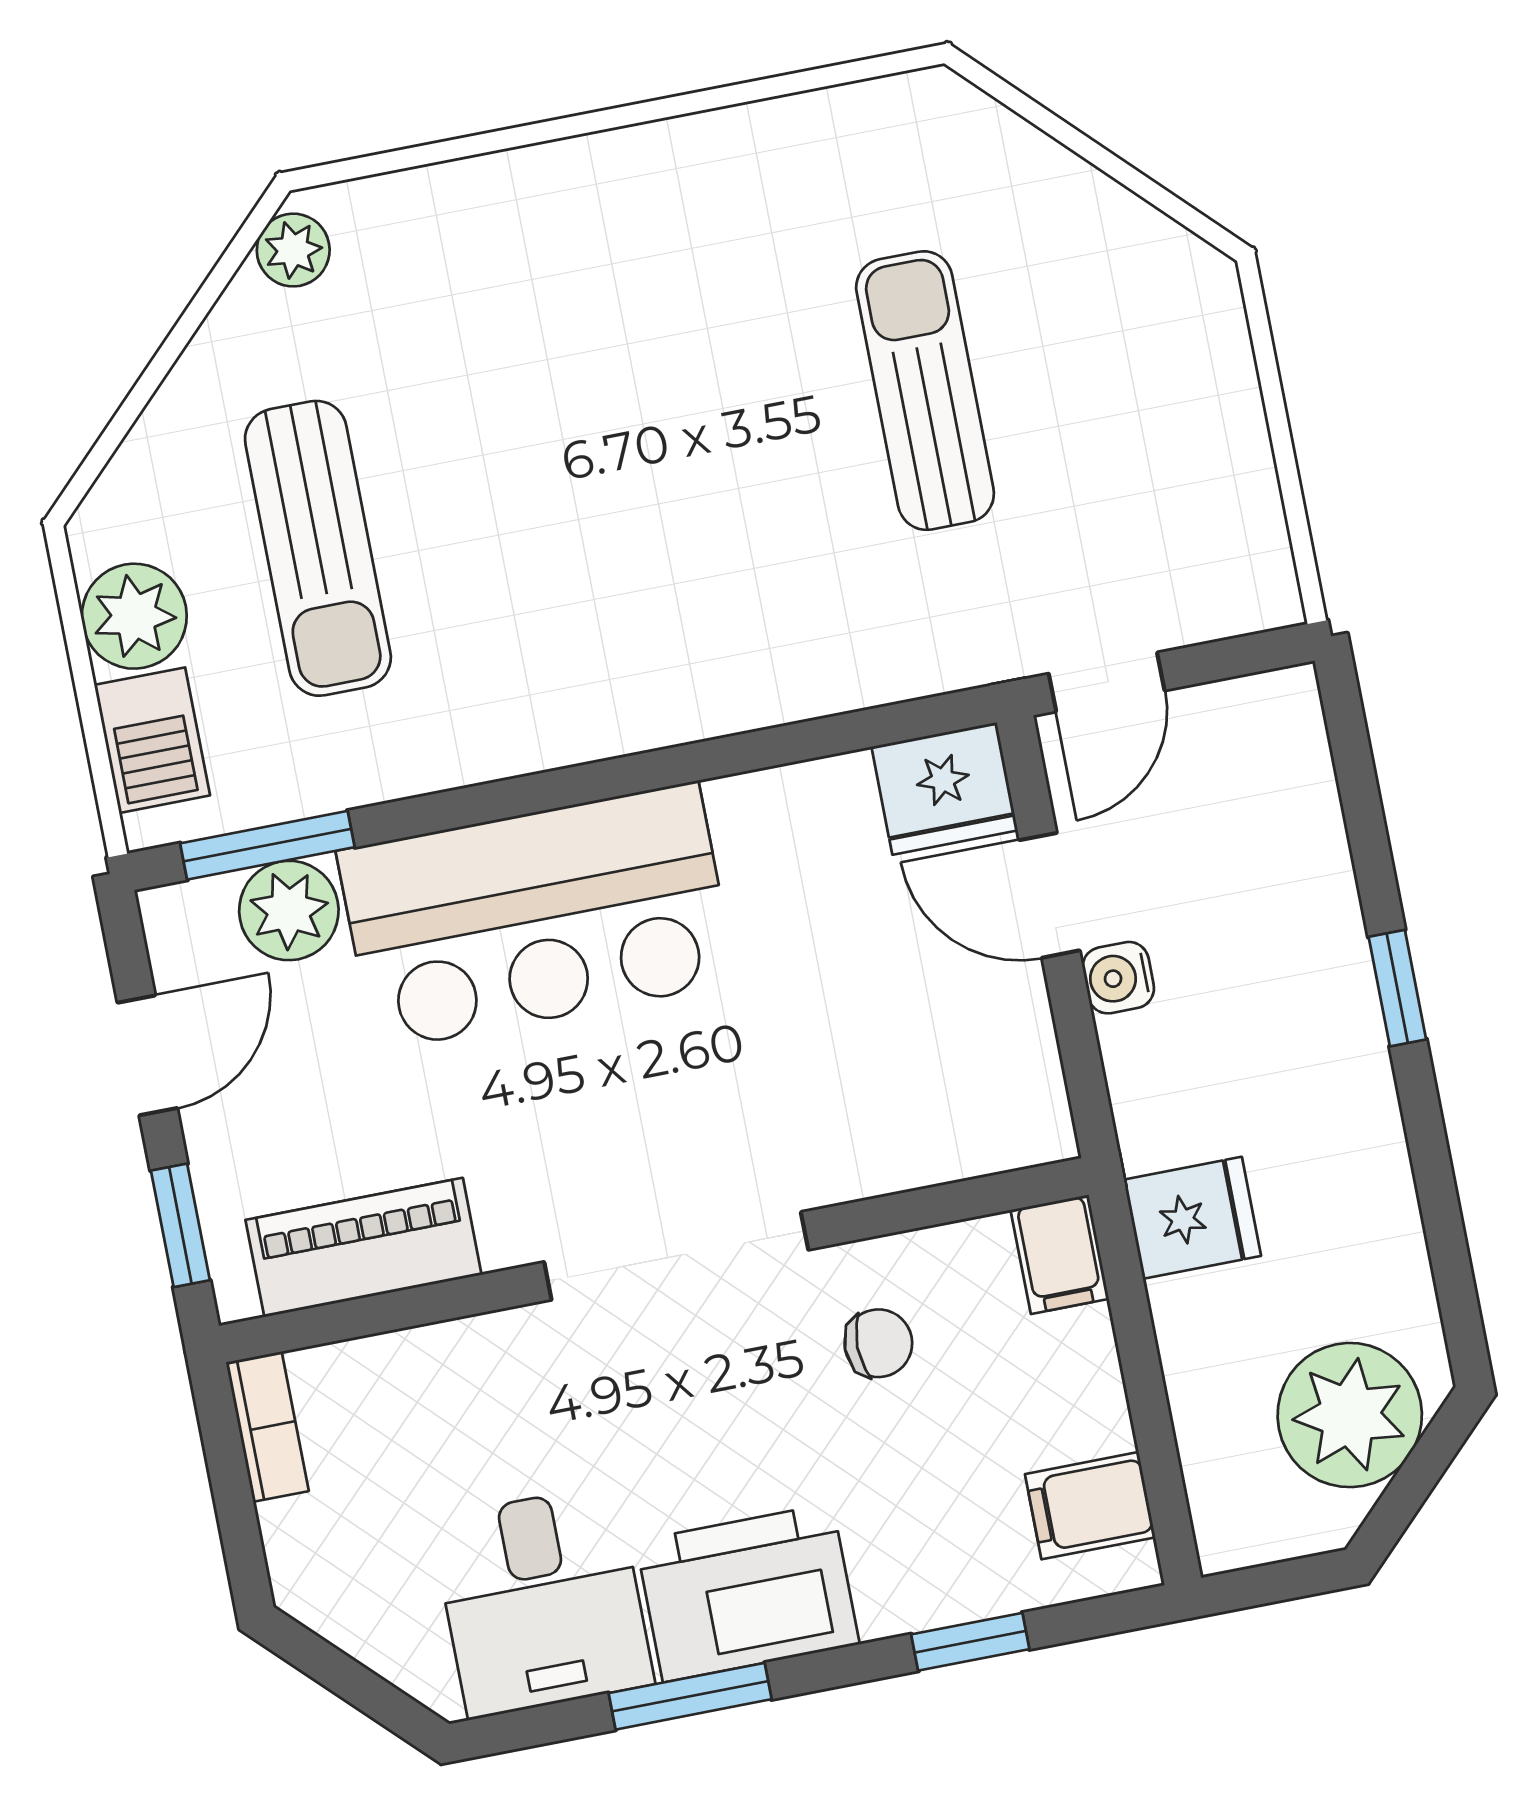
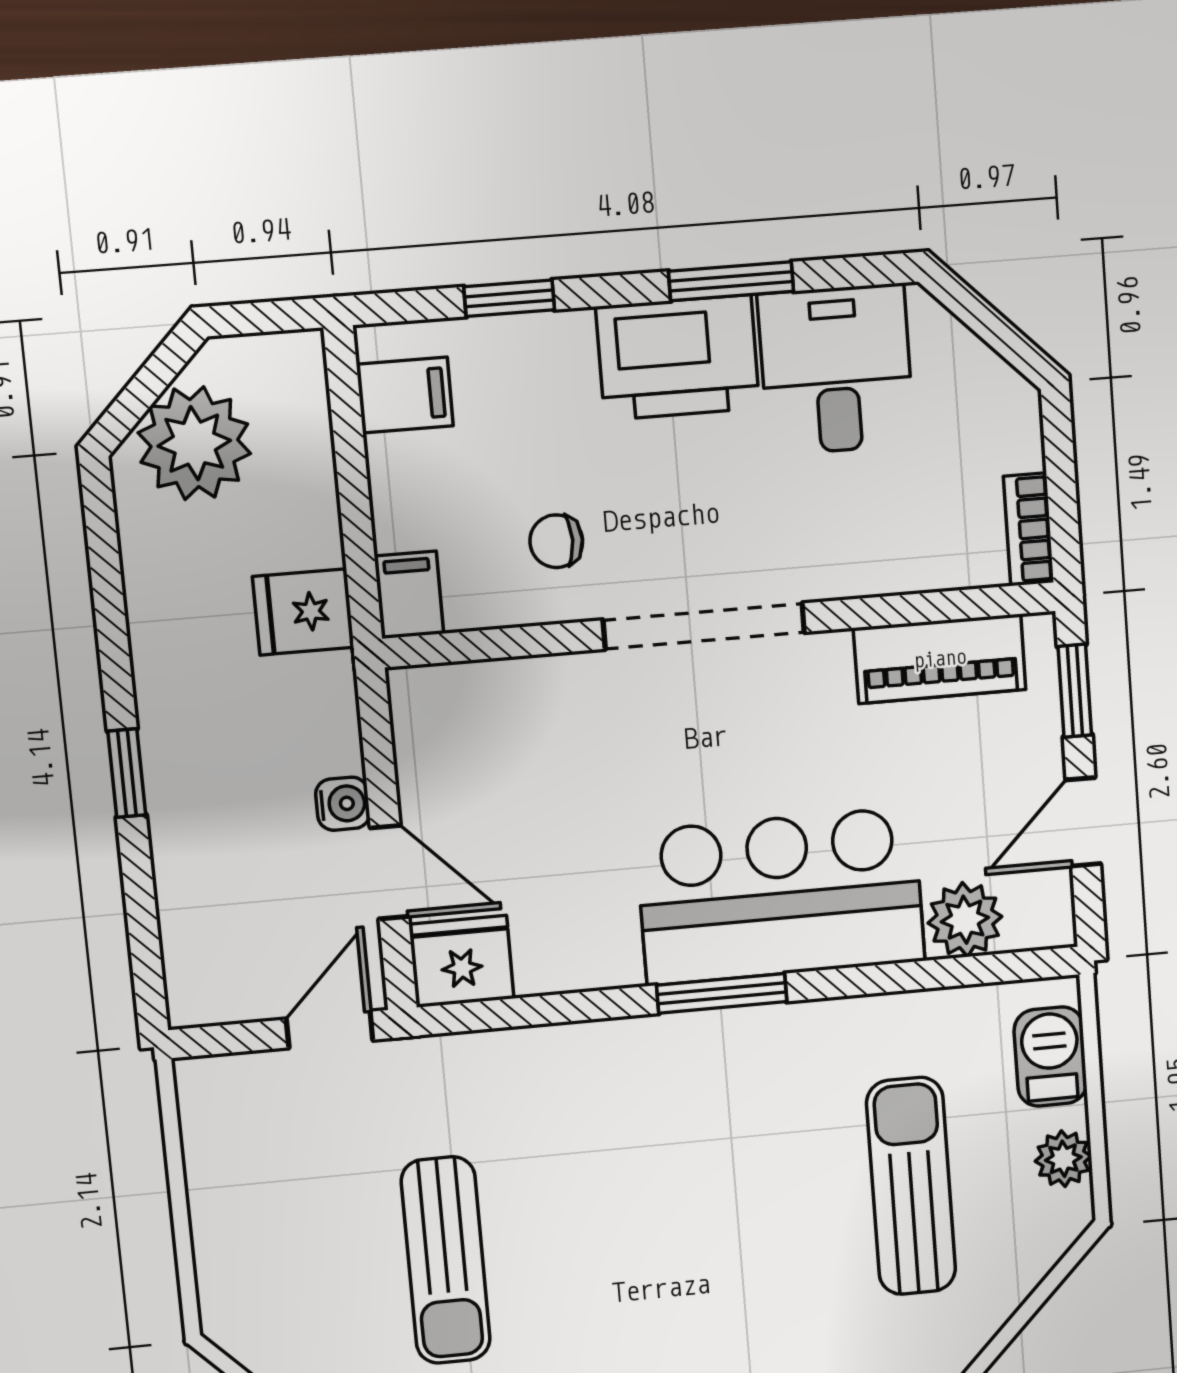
plant: (134, 616) -> (1063, 1159), width x0.73, depth x0.73
window: (267, 845) -> (722, 993), moved

